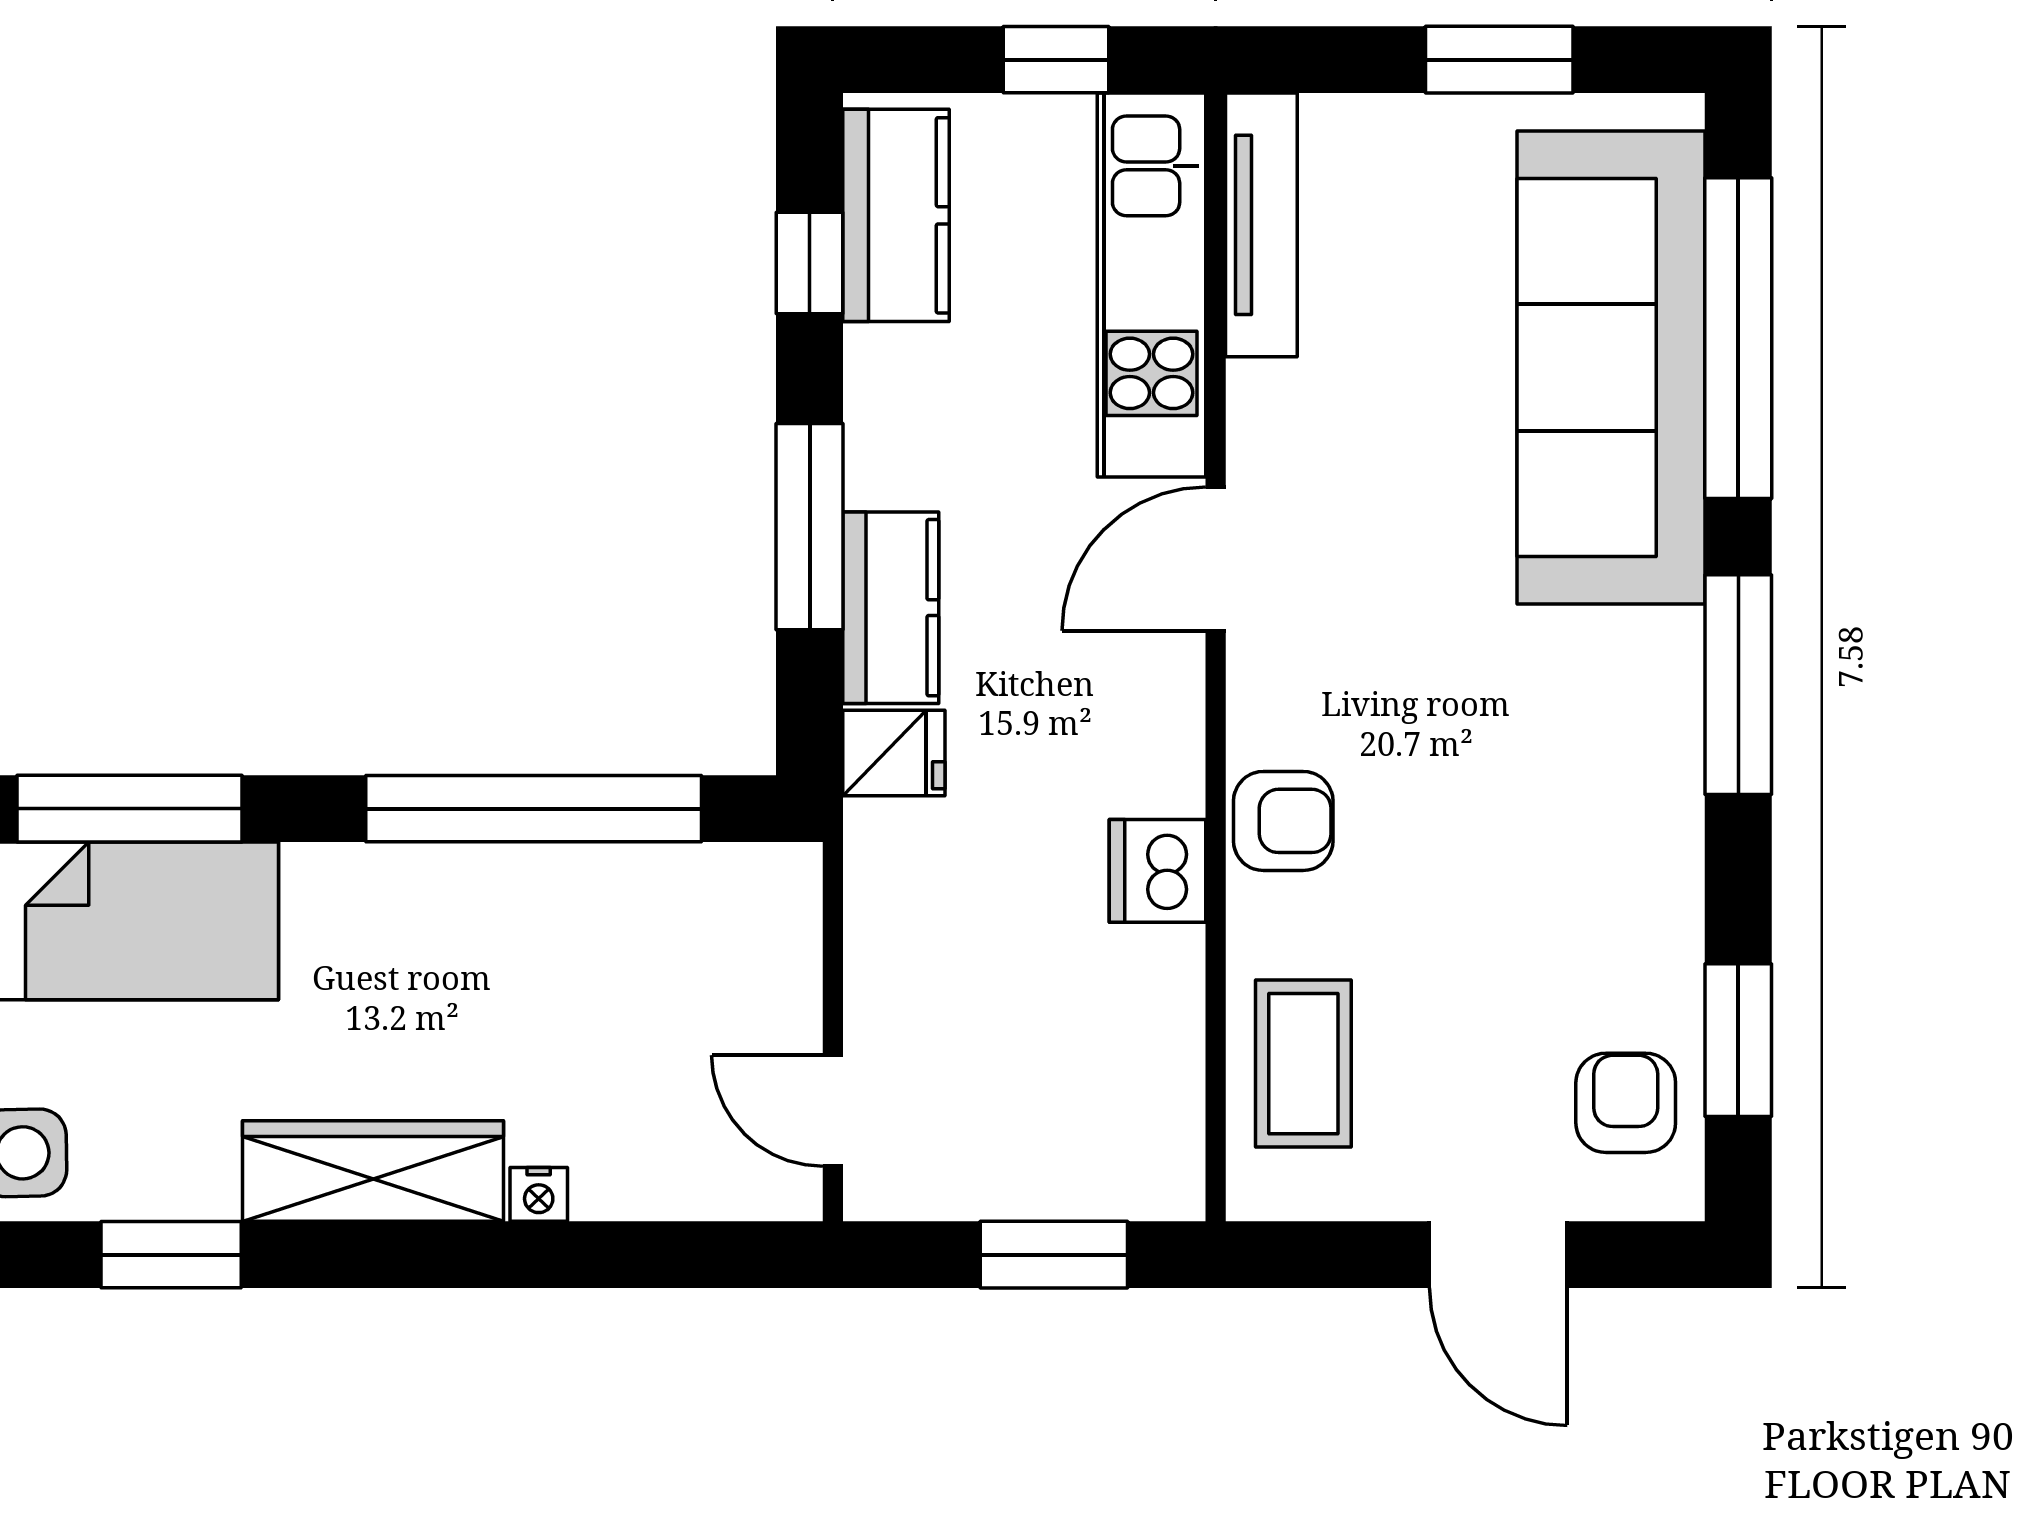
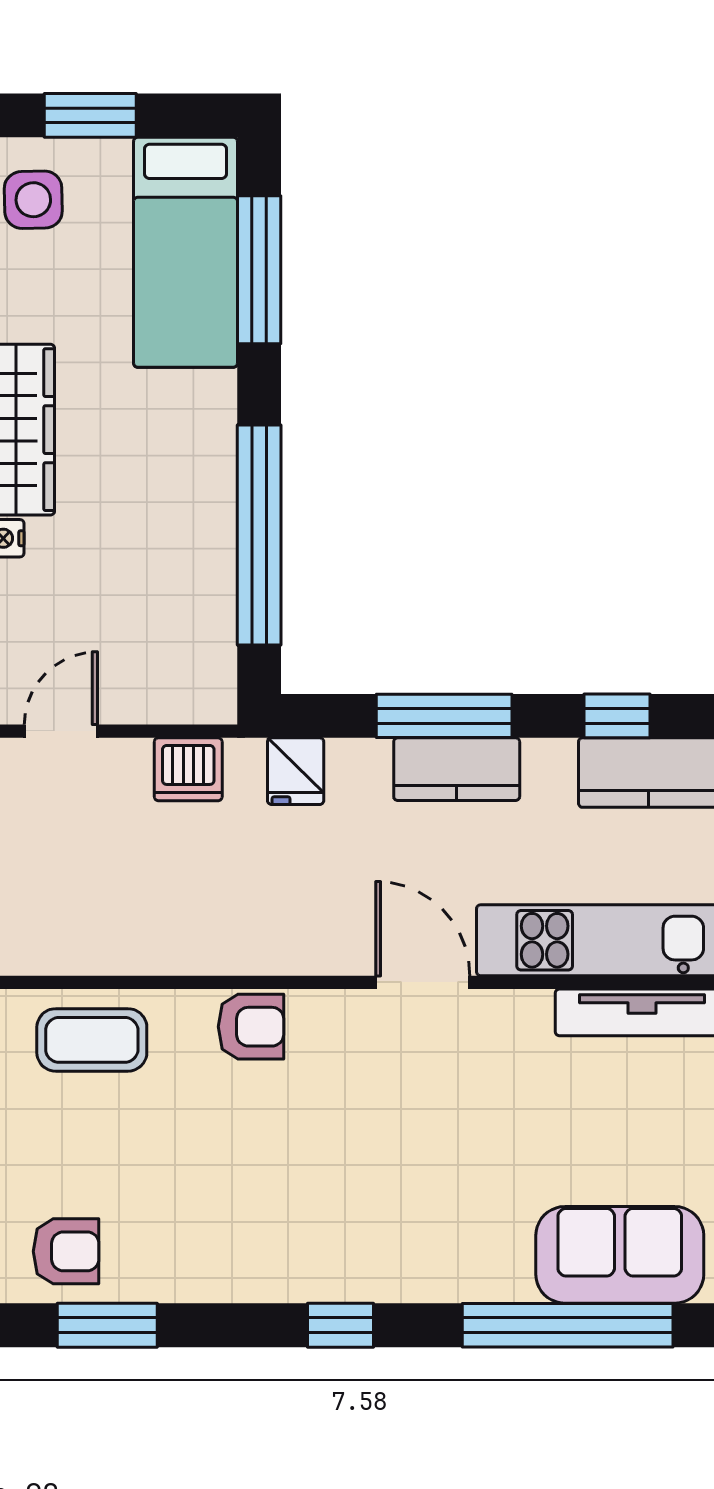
sofa: (1611, 368) -> (620, 1255), width x0.54, depth x0.79
kitchen counter: (891, 608) -> (457, 769), moved
window: (1738, 685) -> (340, 1325), width x0.46
armchair: (1283, 821) -> (251, 1027), turned -90
dishwasher: (1157, 871) -> (188, 769), moved, turned 180

